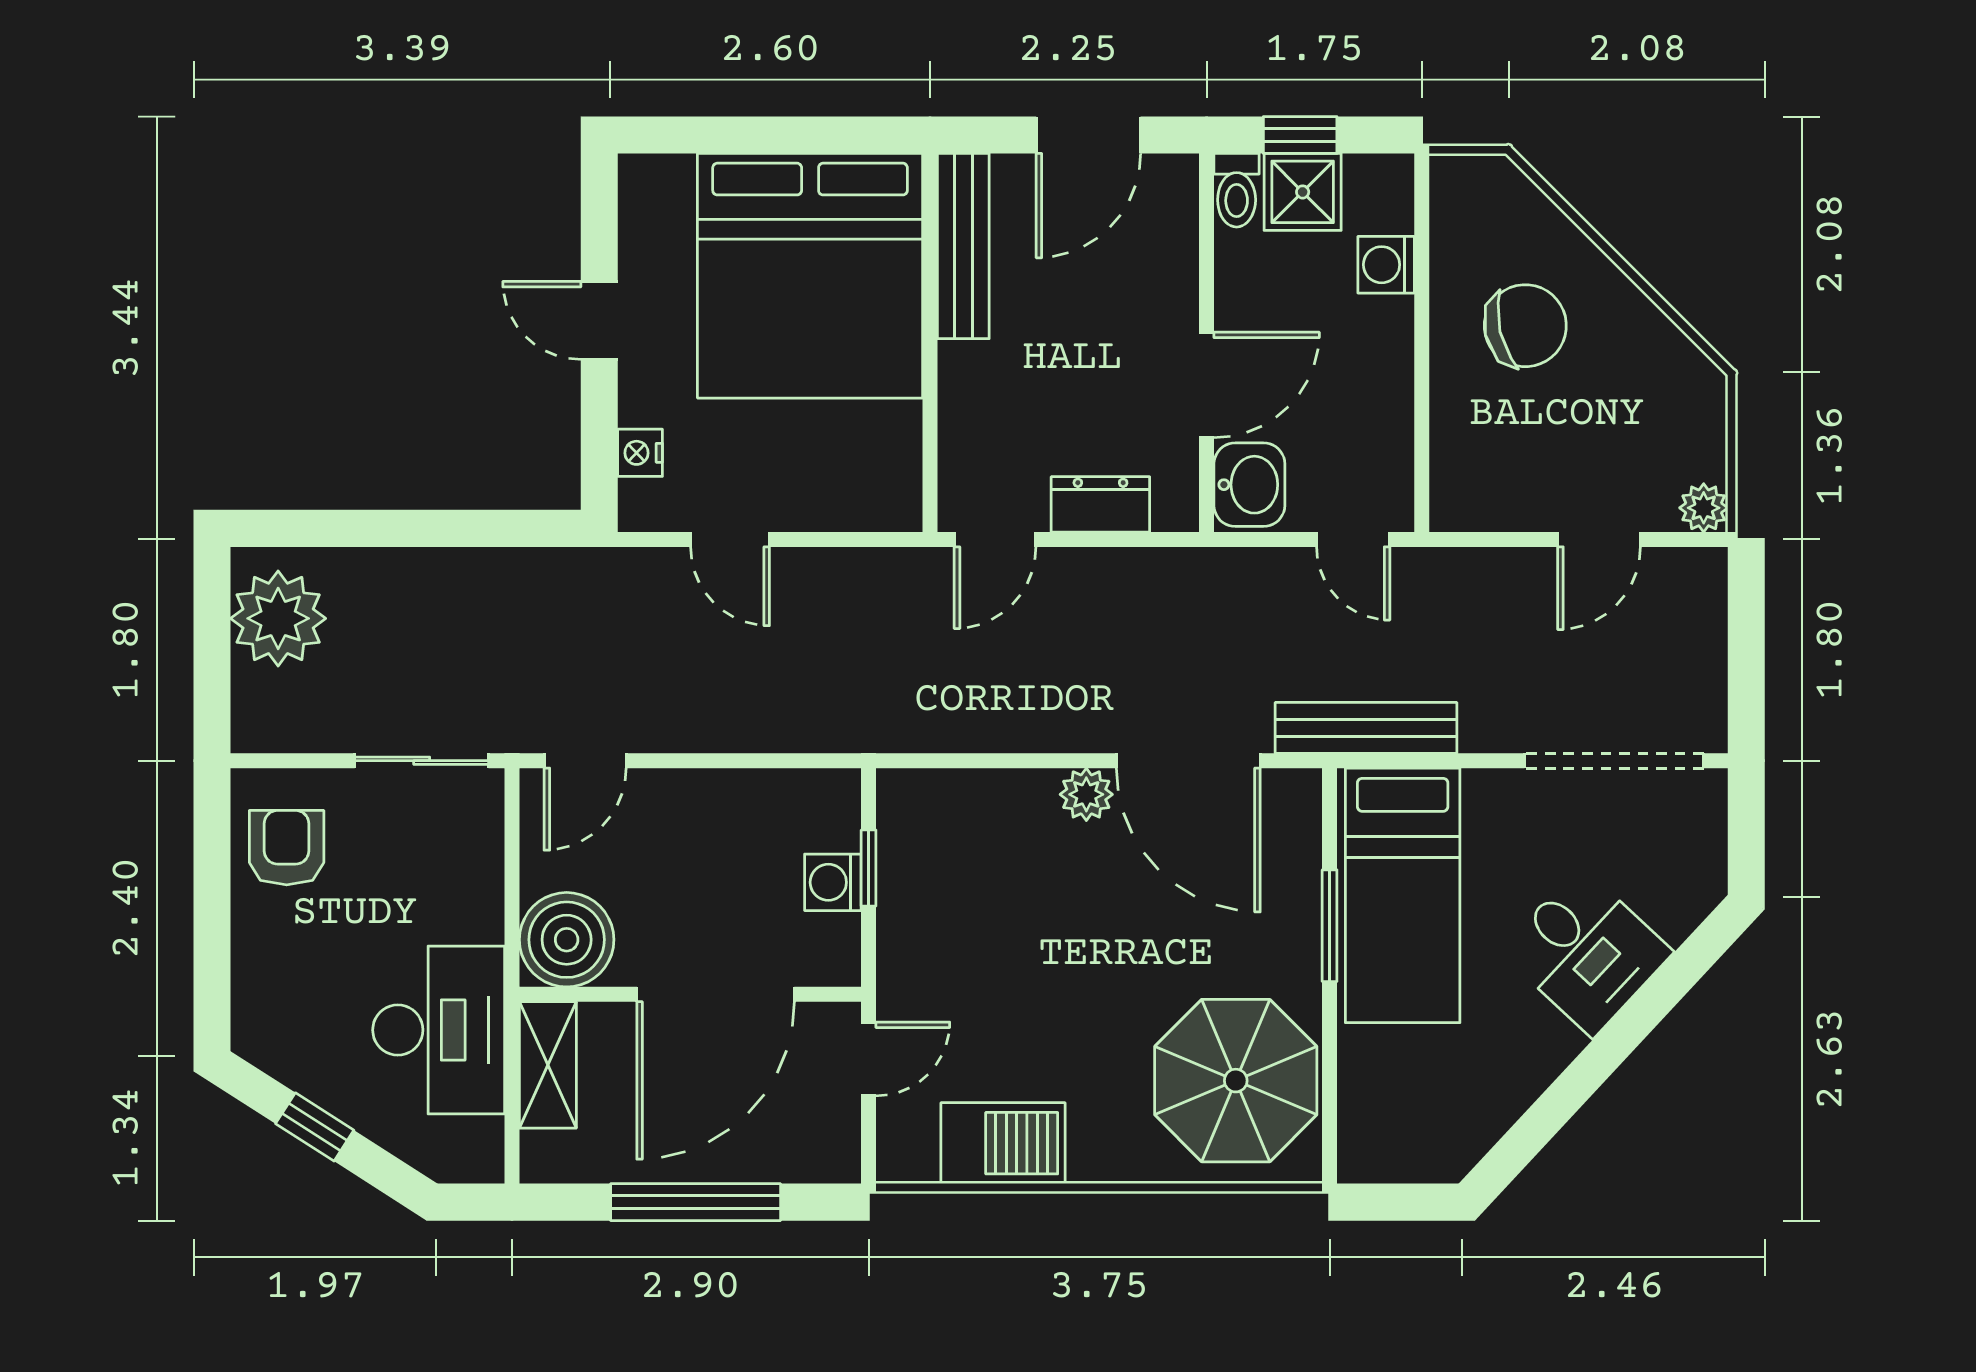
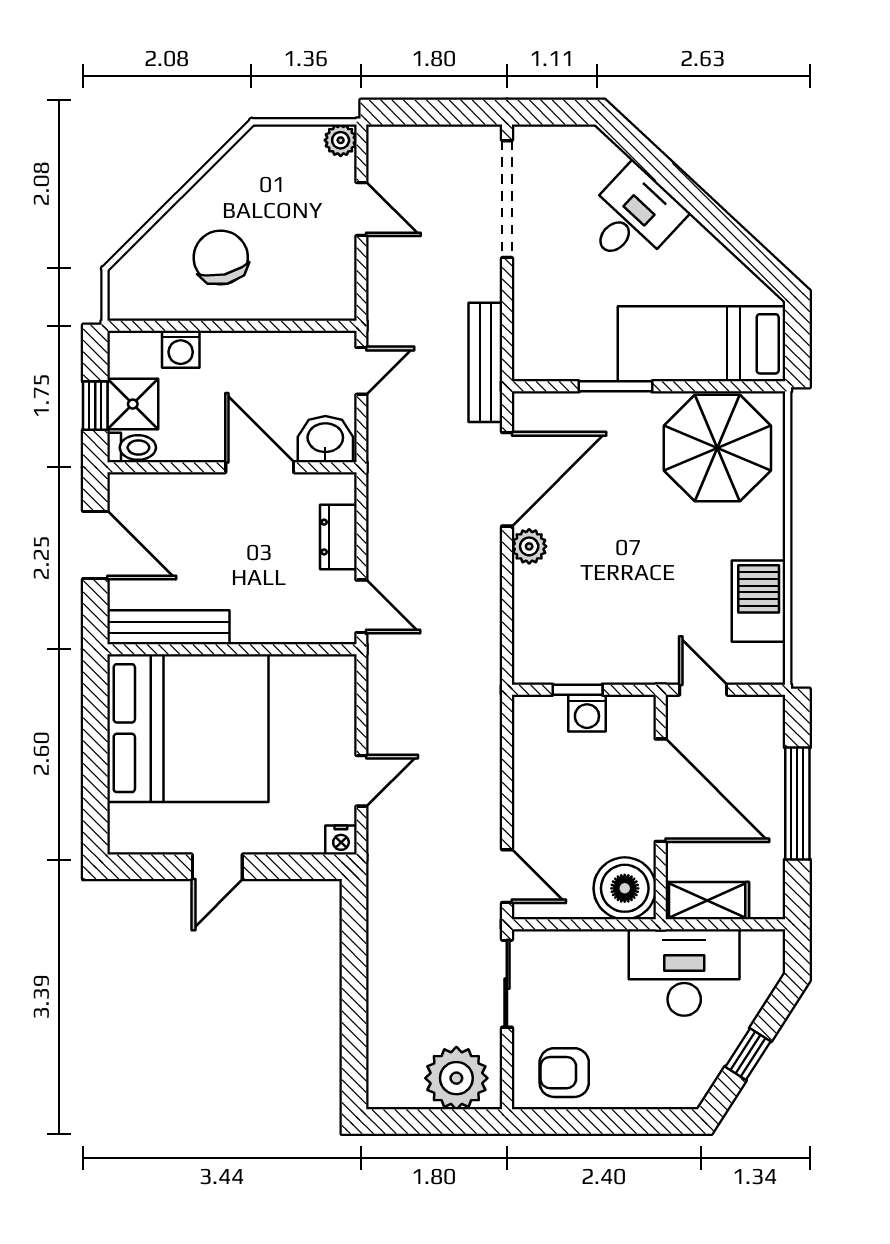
nightstand: (640, 453) -> (341, 840), moved
plant: (278, 618) -> (456, 1078), moved
bed: (1403, 895) -> (702, 344), moved, turned 180

